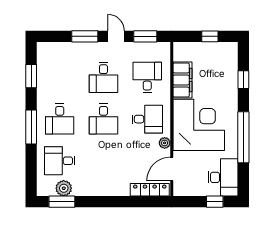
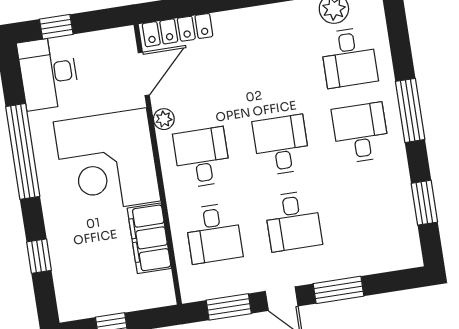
desk: (103, 77) -> (293, 221), turned 180
desk: (147, 119) -> (202, 158), turned 90
desk: (60, 161) -> (349, 57), turned 90

